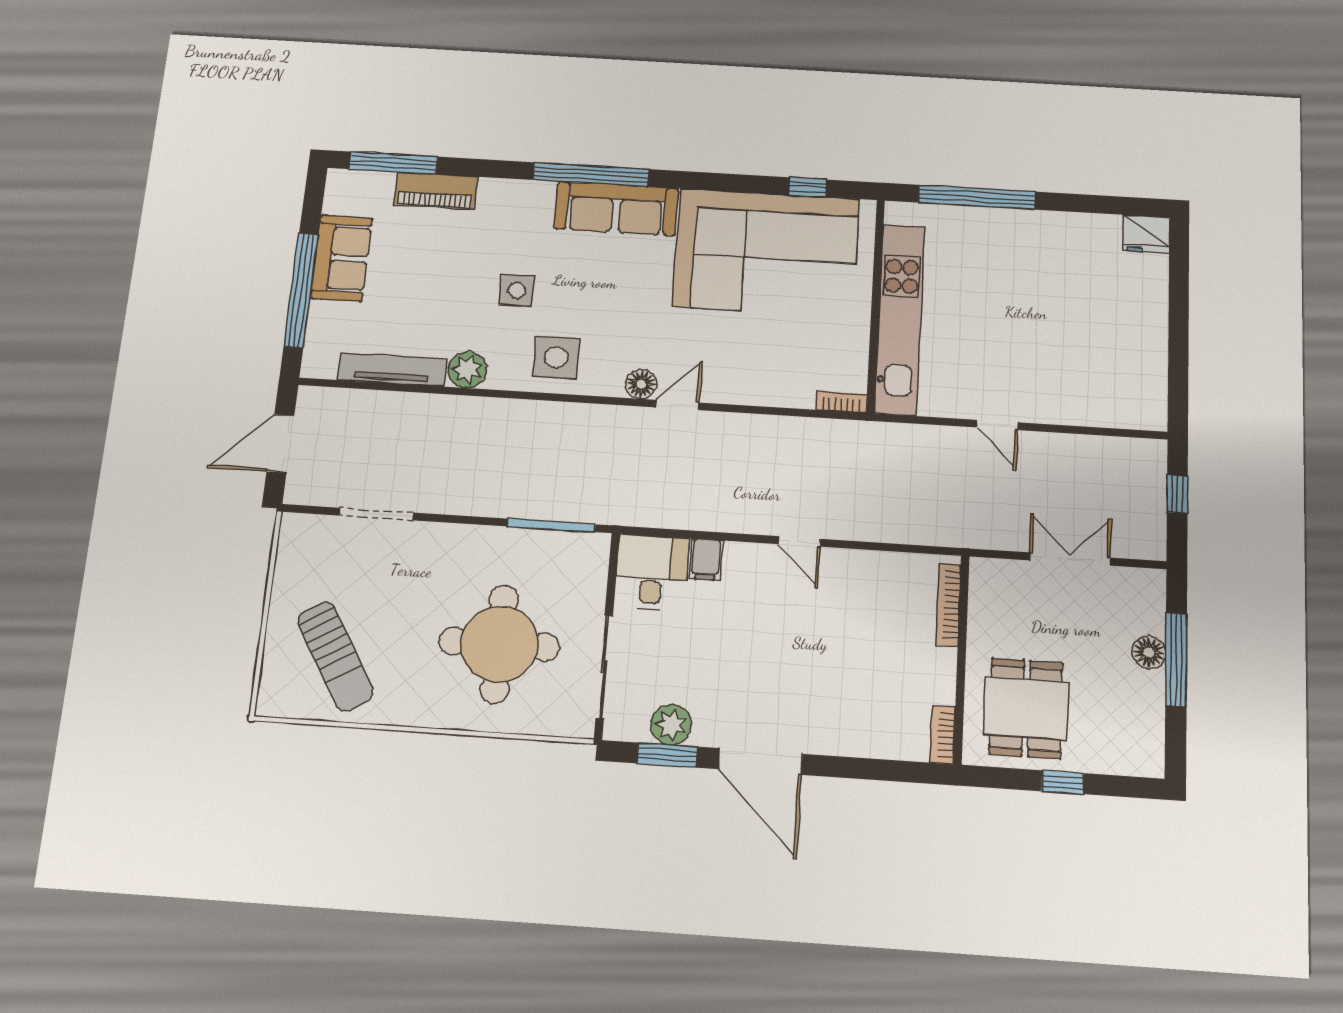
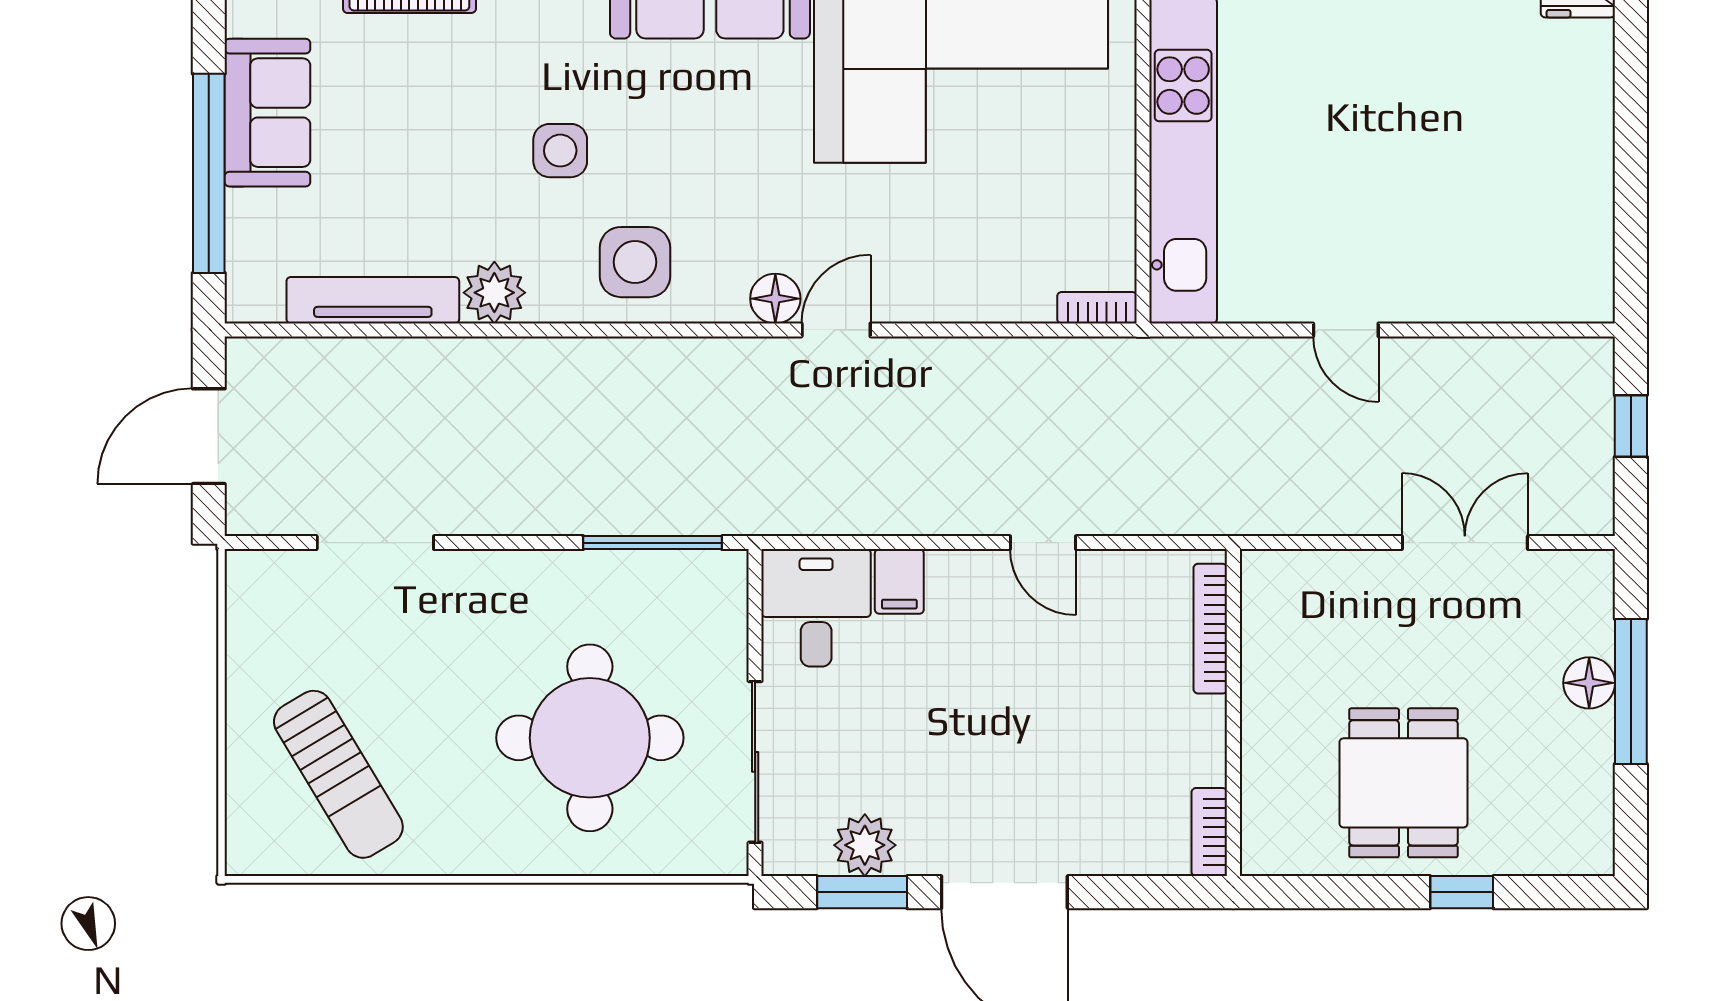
bookcase: (948, 605) -> (1210, 629), moved
wall: (961, 659) -> (1233, 713), moved
bookcase: (943, 735) -> (1209, 832), moved

